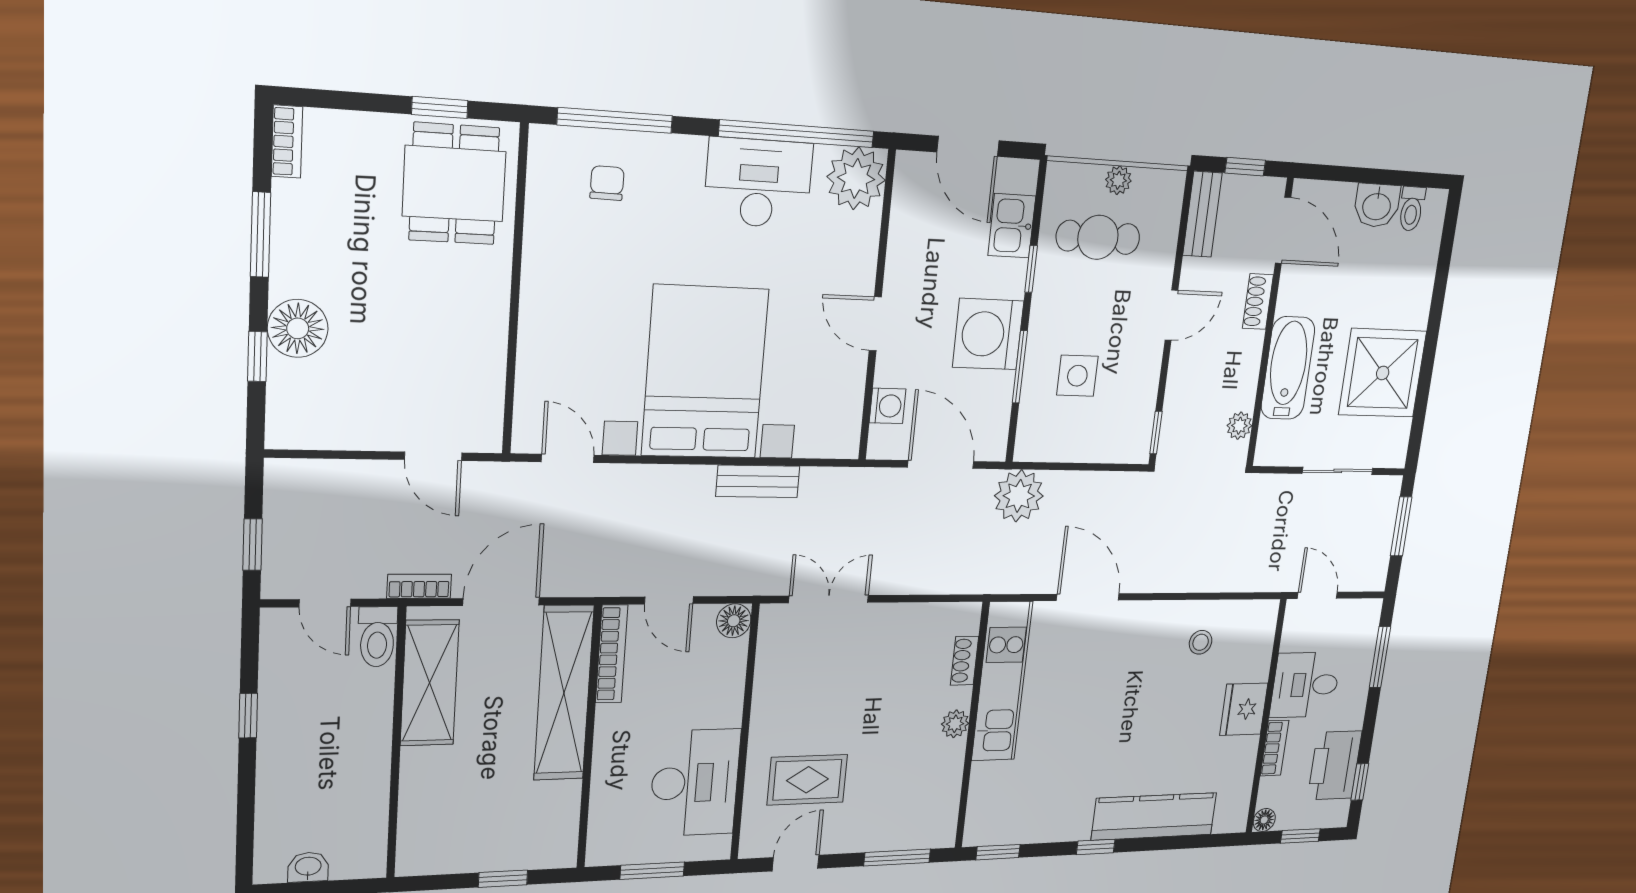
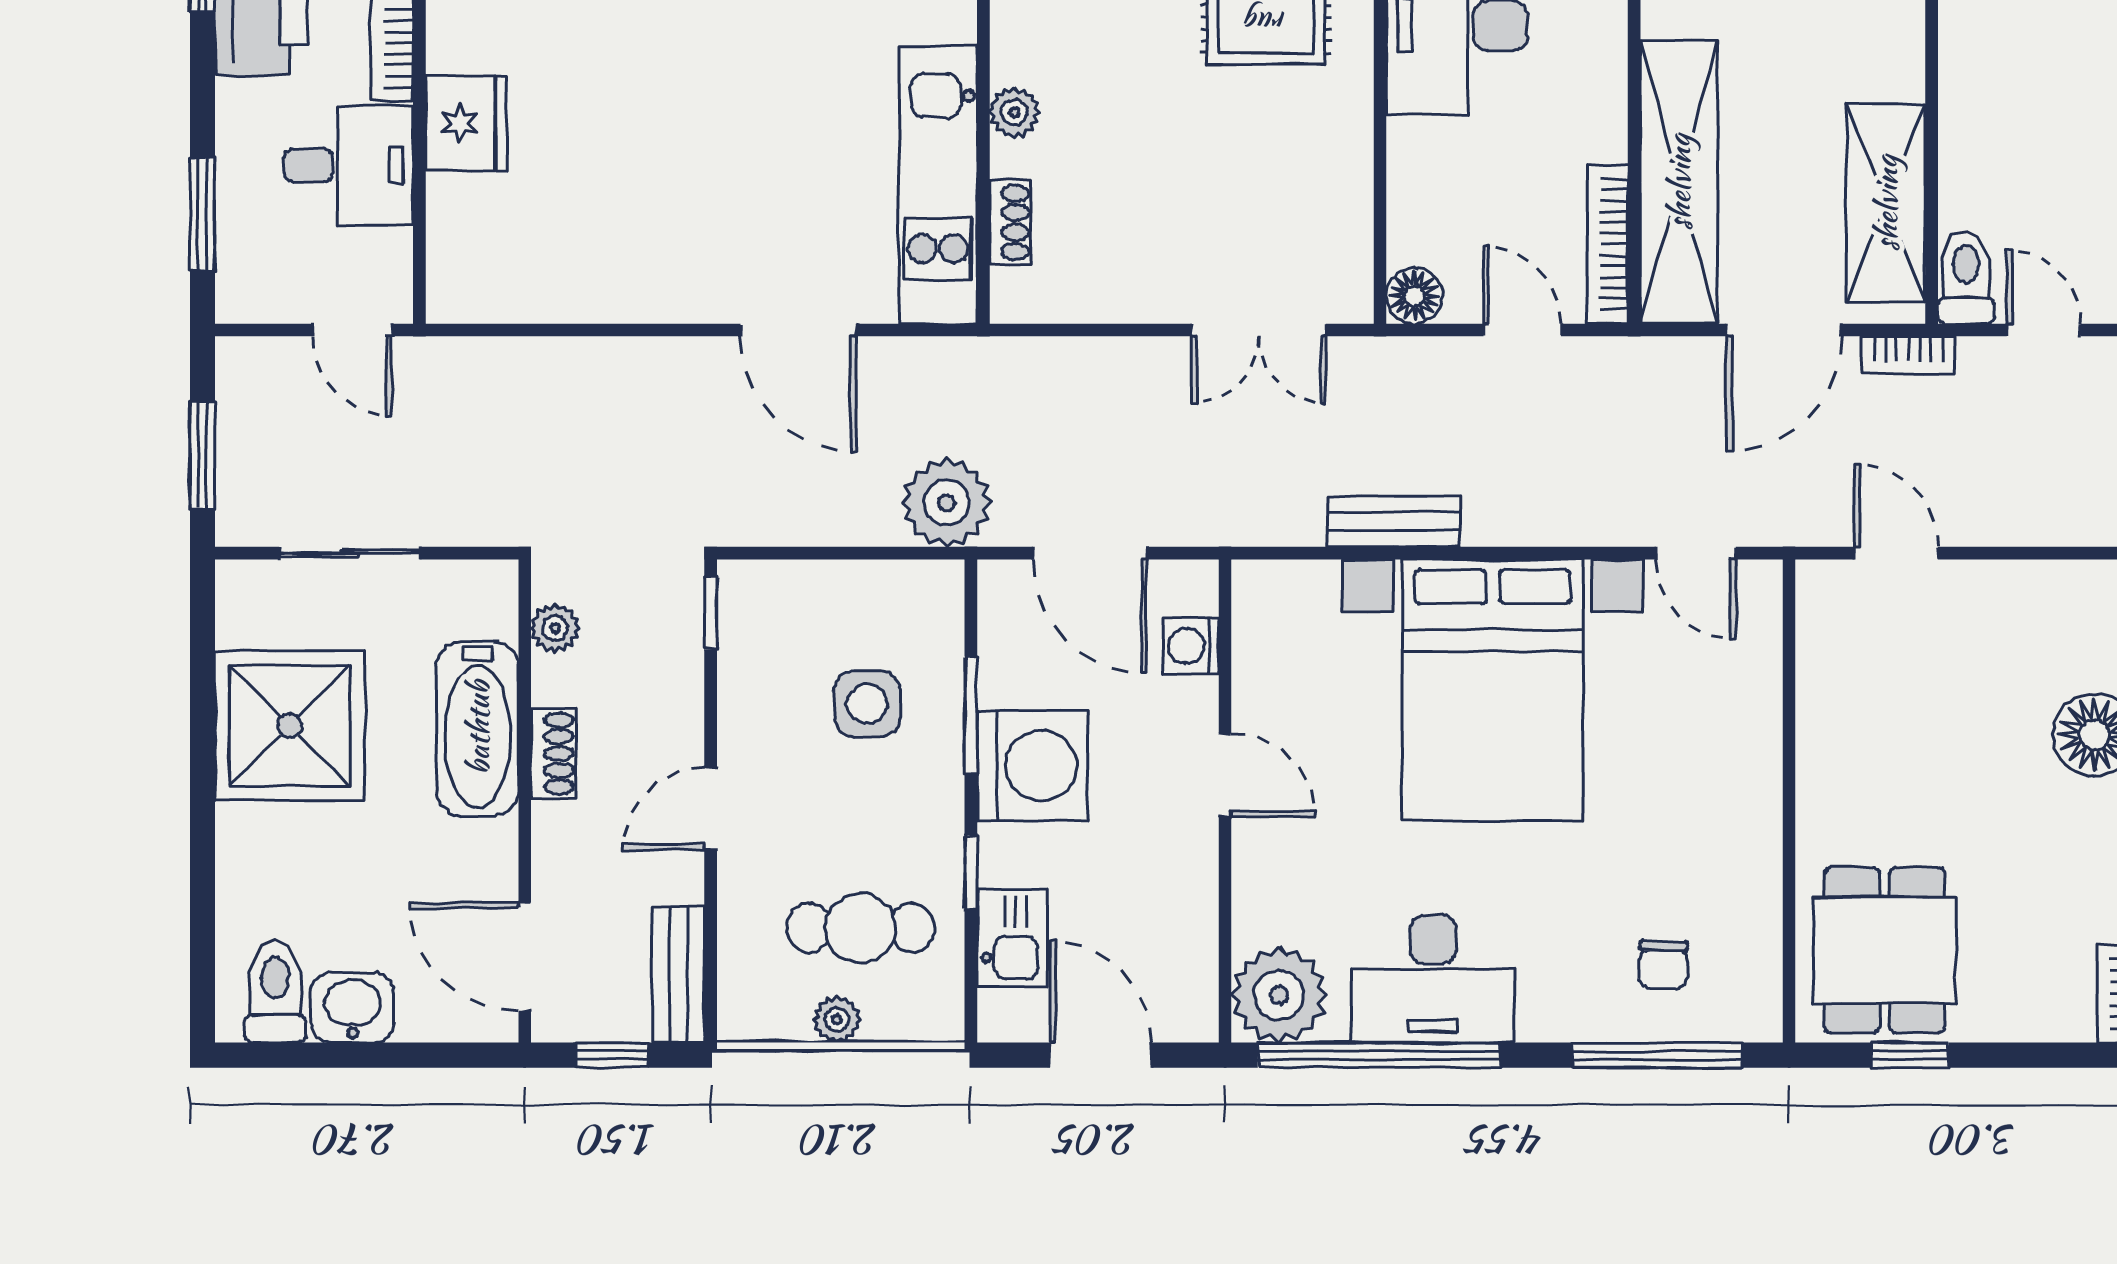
toilet: (1412, 209) -> (275, 992), width x1.37, depth x1.39
shoe rack: (1258, 301) -> (553, 754), moved
stool: (1201, 642) -> (571, 248), removed

